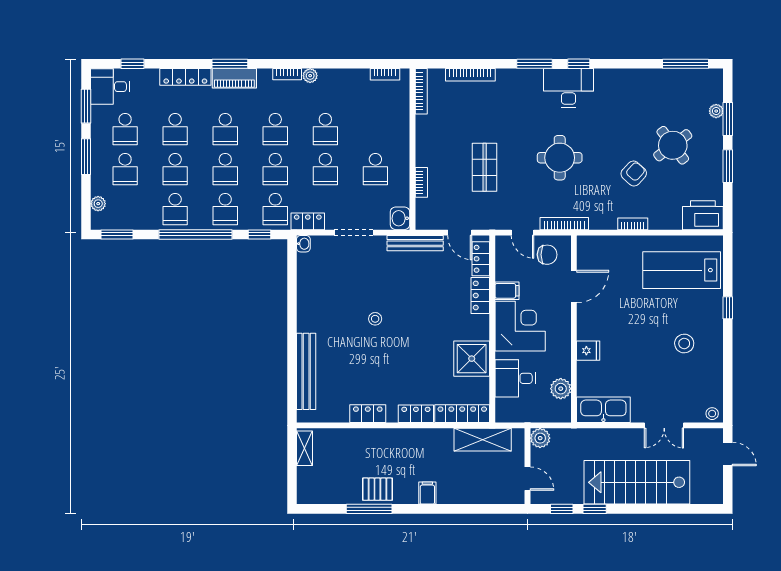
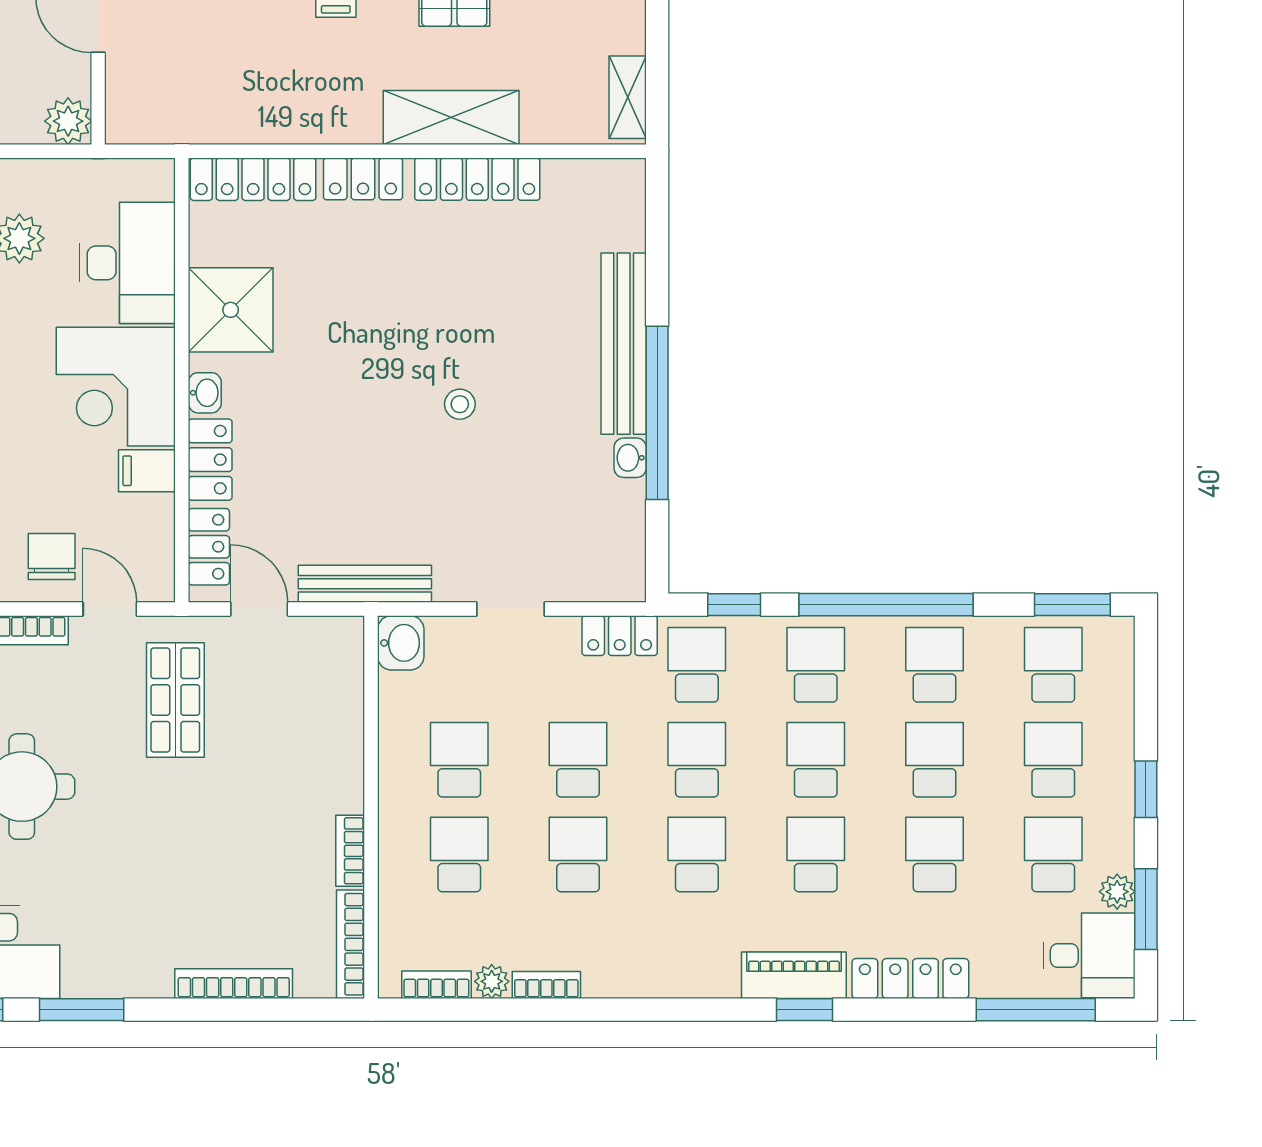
window: (133, 64) -> (1036, 1010), width x2.17
window: (230, 64) -> (805, 1010), width x0.67
bookcase: (287, 74) -> (546, 985), moved
plant: (310, 76) -> (492, 981), moved
school desk: (375, 129) -> (459, 855), added
window: (86, 157) -> (1146, 789), width x0.67
shop shelf: (485, 167) -> (175, 700), moved
bookcase: (421, 182) -> (350, 851), moved
plant: (98, 204) -> (1117, 892), moved
school desk: (125, 209) -> (1053, 665), added
doorway: (354, 233) -> (511, 609), width x0.73
washbasin: (303, 244) -> (630, 458), moved
chair: (547, 255) -> (52, 557), turned 90
window: (292, 315) -> (657, 413), added
washbasin: (483, 324) -> (205, 393), added
bench: (306, 371) -> (624, 344), moved
desk: (515, 378) -> (127, 263), width x1.37
locker: (368, 414) -> (477, 179), width x1.53
shelving: (483, 440) -> (451, 117), moved

